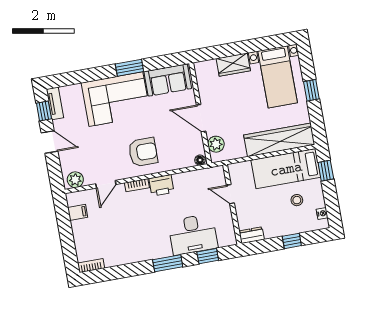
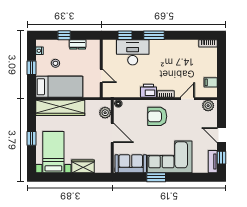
window: (326, 171) -> (32, 68), moved
dresser: (252, 235) -> (78, 44), moved

